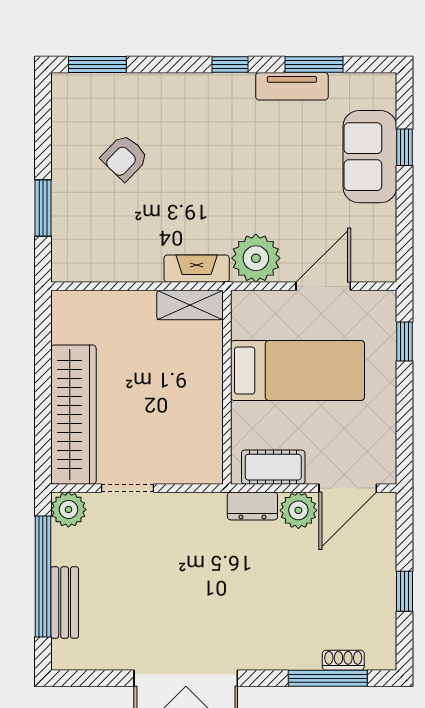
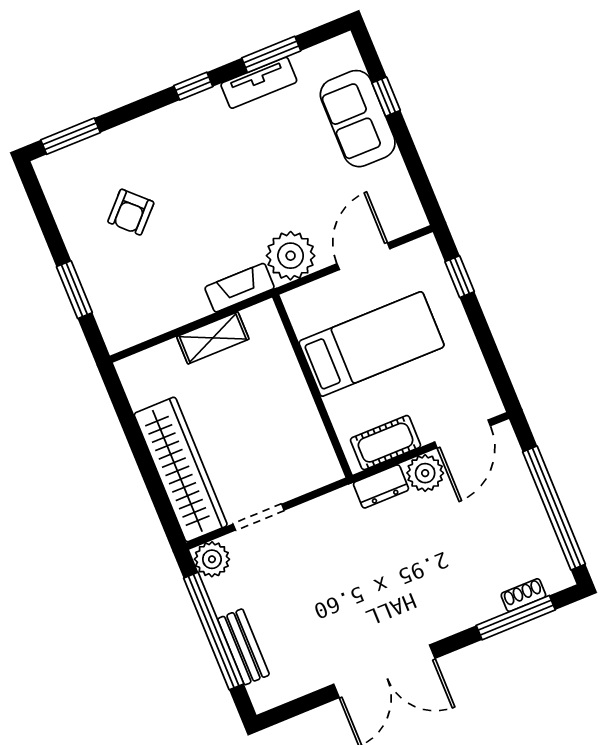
shelving: (190, 305) -> (213, 338), moved
window: (404, 591) -> (554, 508), width x3.17

